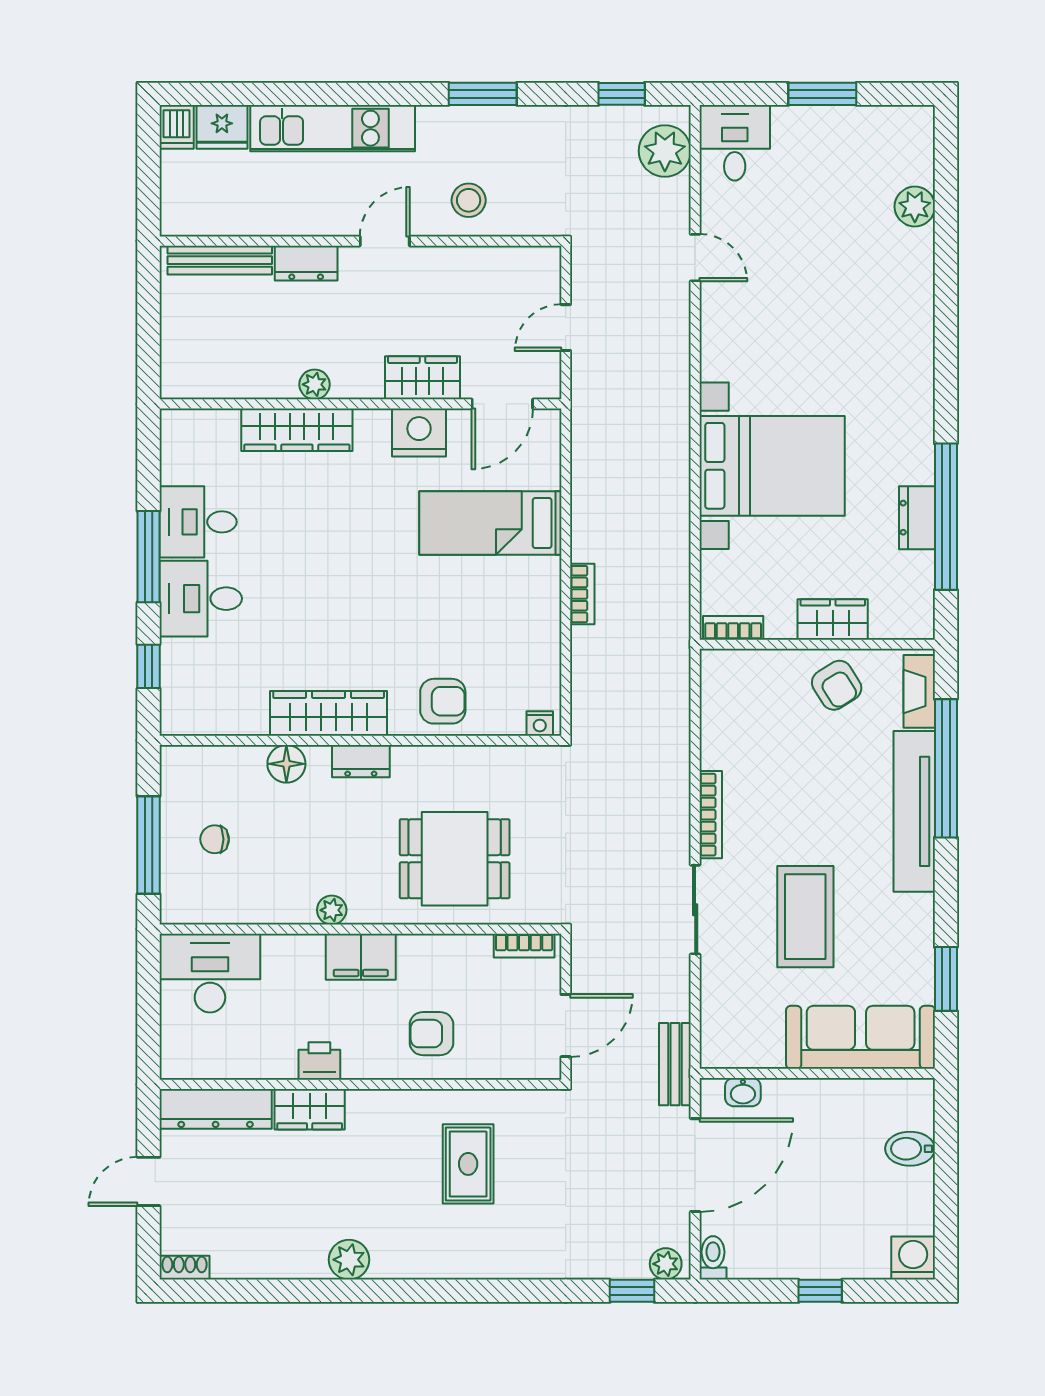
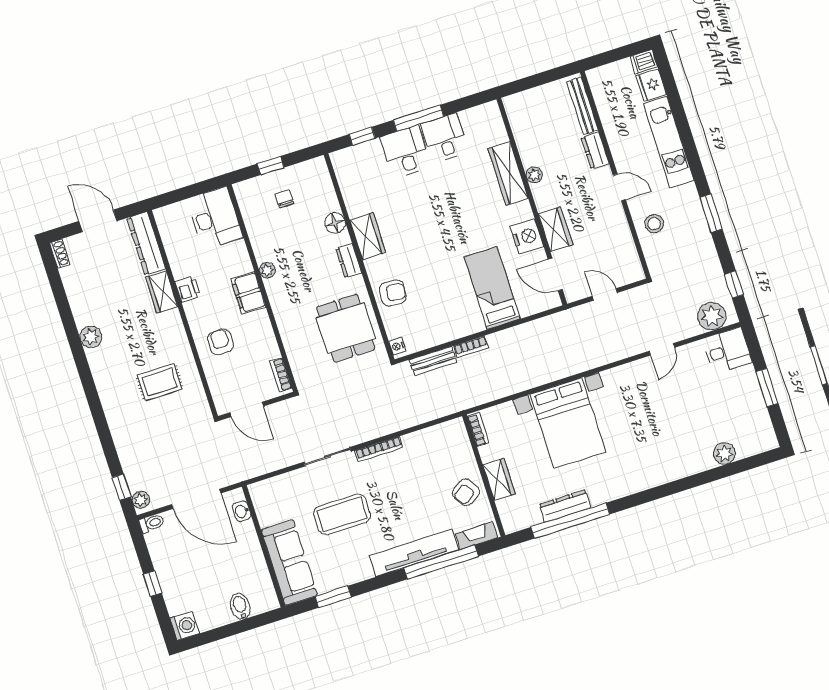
dresser: (917, 518) -> (565, 506), width x1.44
armchair: (443, 701) -> (393, 293), turned -86
wardrobe: (329, 713) -> (368, 236), width x0.67
window: (148, 845) -> (271, 166), width x0.46
dining table: (455, 859) -> (346, 328), moved
bench: (675, 1064) -> (433, 361), moved
door: (148, 1181) -> (98, 221), width x1.38

